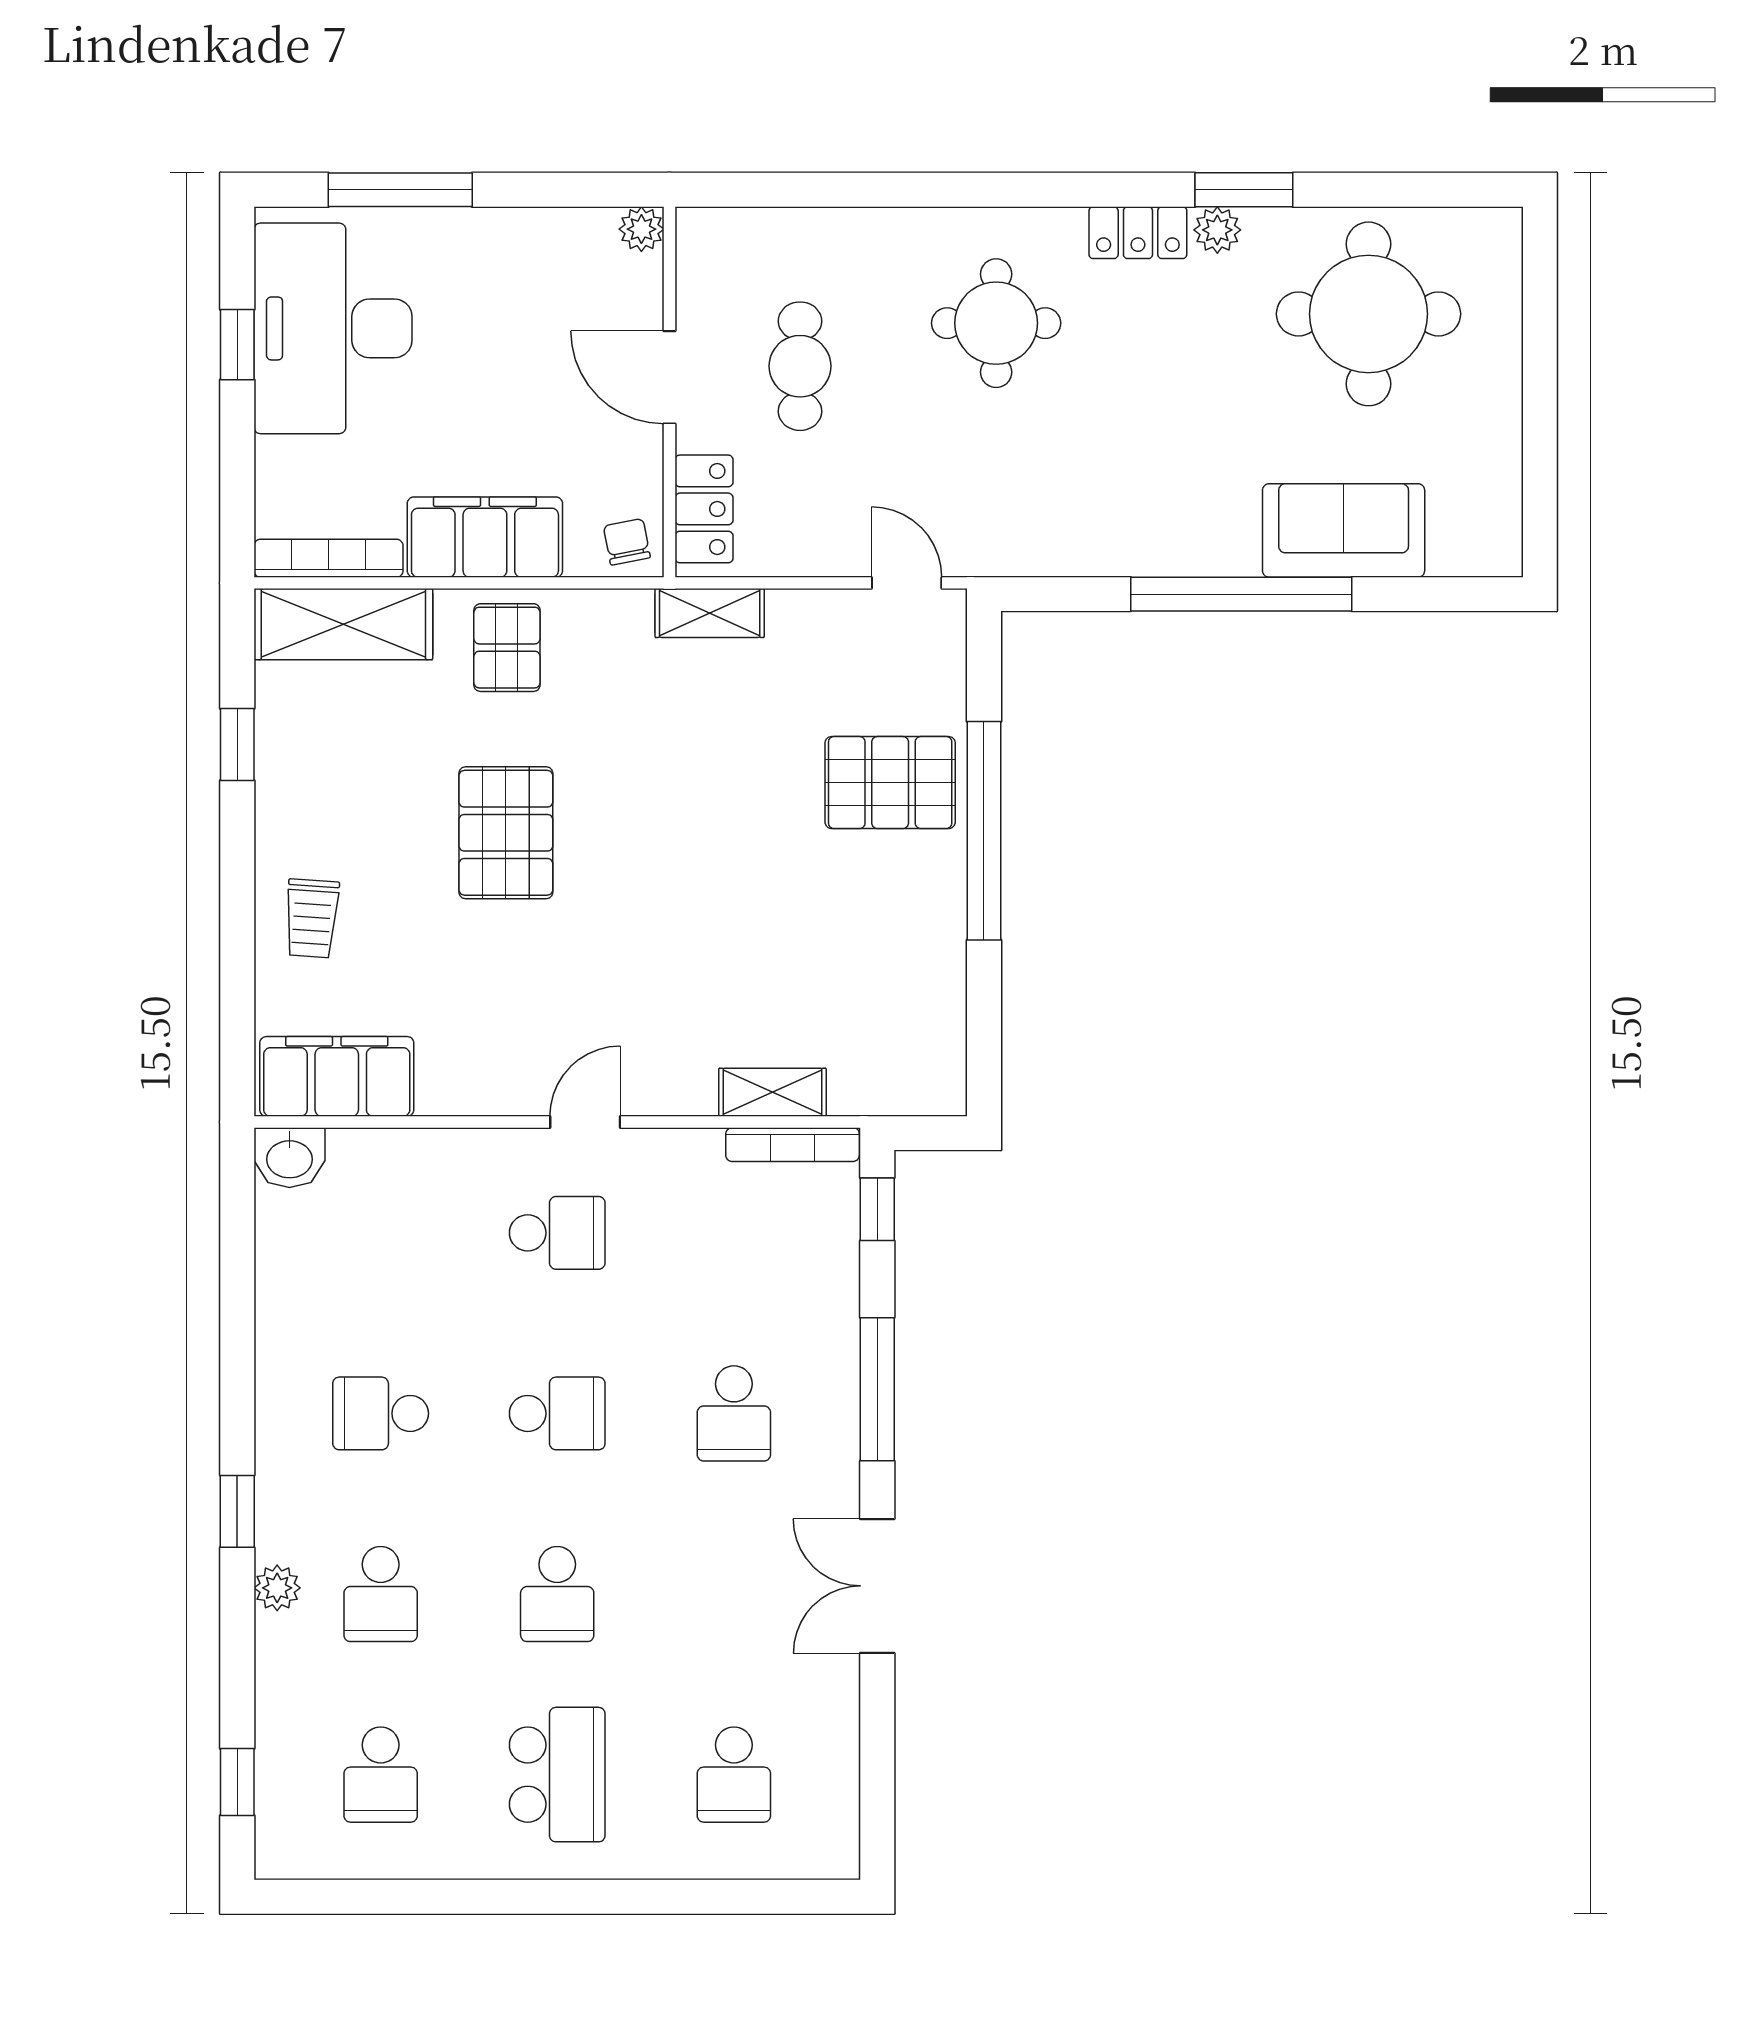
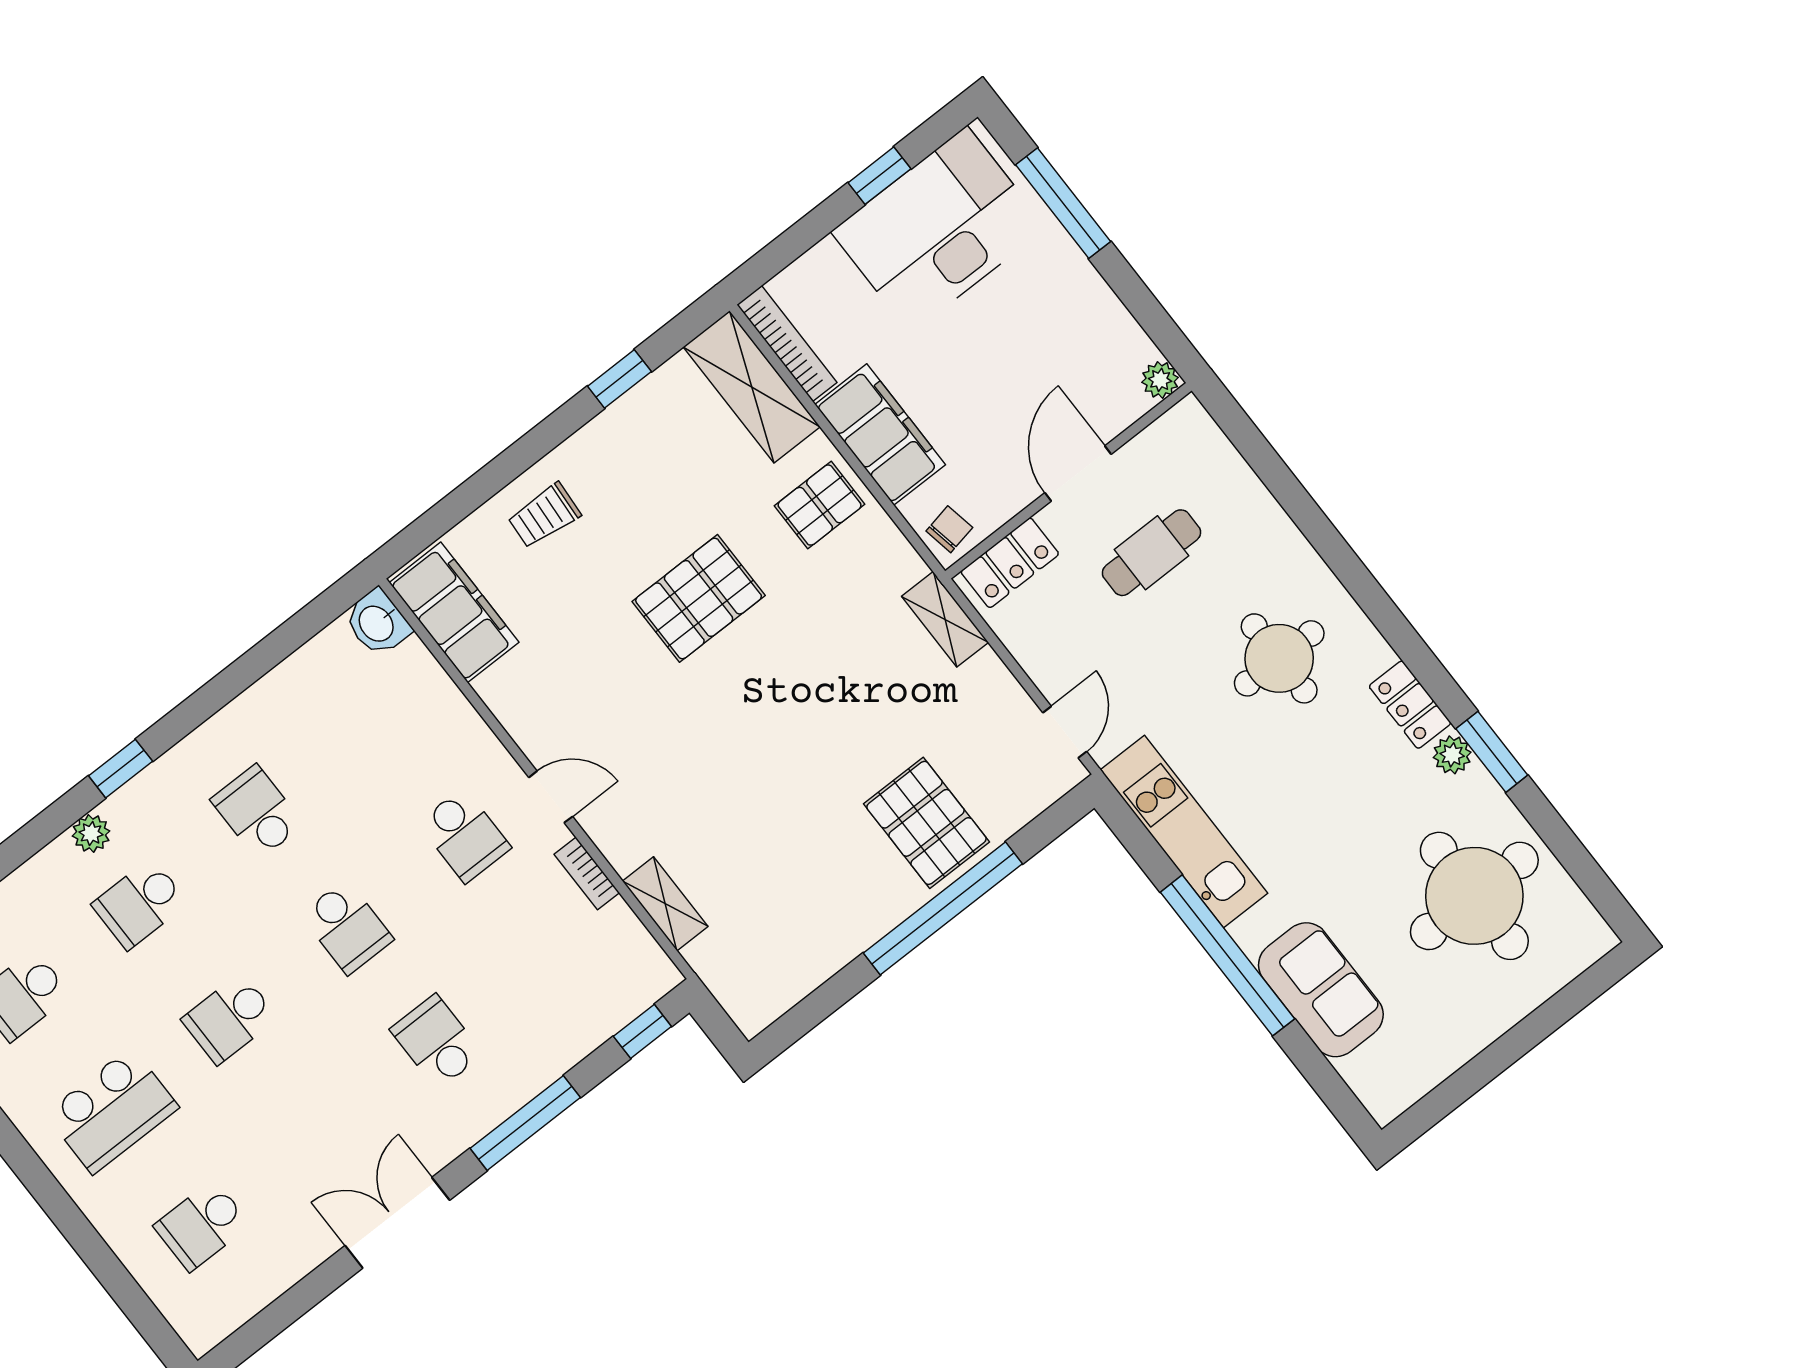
kitchen unit: (1090, 543) -> (1184, 832), added
bookcase: (793, 1145) -> (587, 873), moved, width x0.64
school desk: (734, 1413) -> (437, 1042), turned 90

